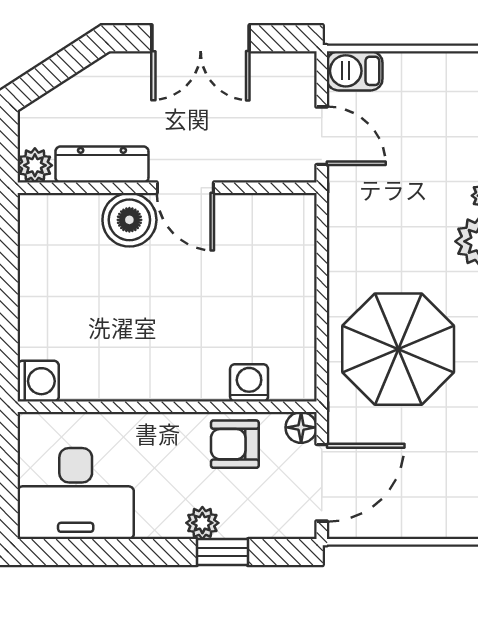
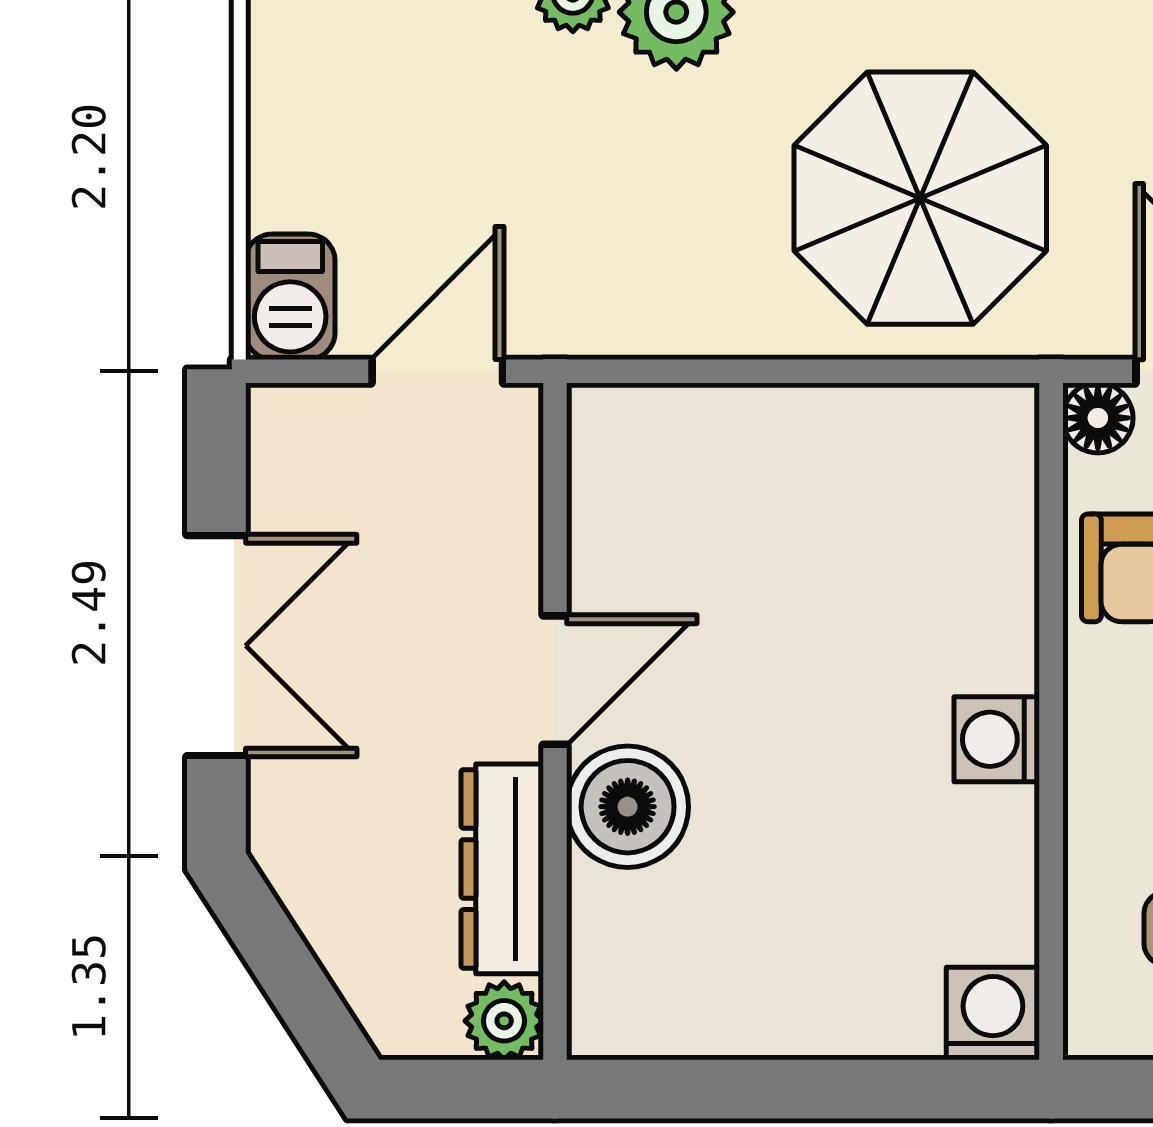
washing machine: (249, 383) -> (997, 739), moved

